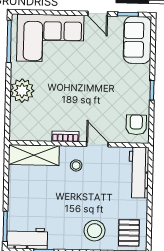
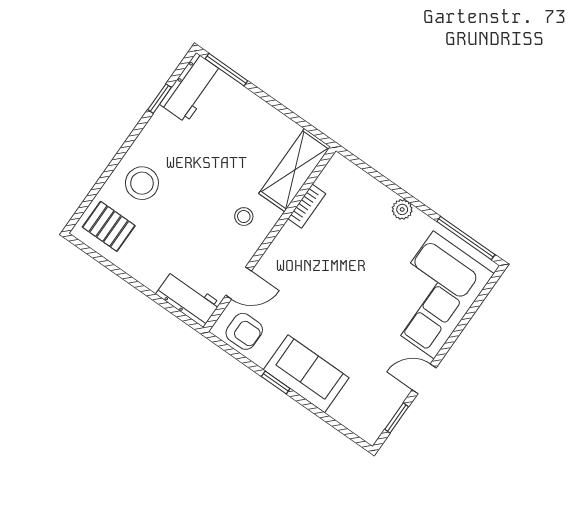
sofa: (137, 40) -> (306, 374), moved
plant: (22, 91) -> (402, 209), width x0.53, depth x0.53
bookcase: (65, 136) -> (307, 206), moved
door: (97, 144) -> (239, 283), moved
workbench: (139, 173) -> (188, 299), width x0.73

